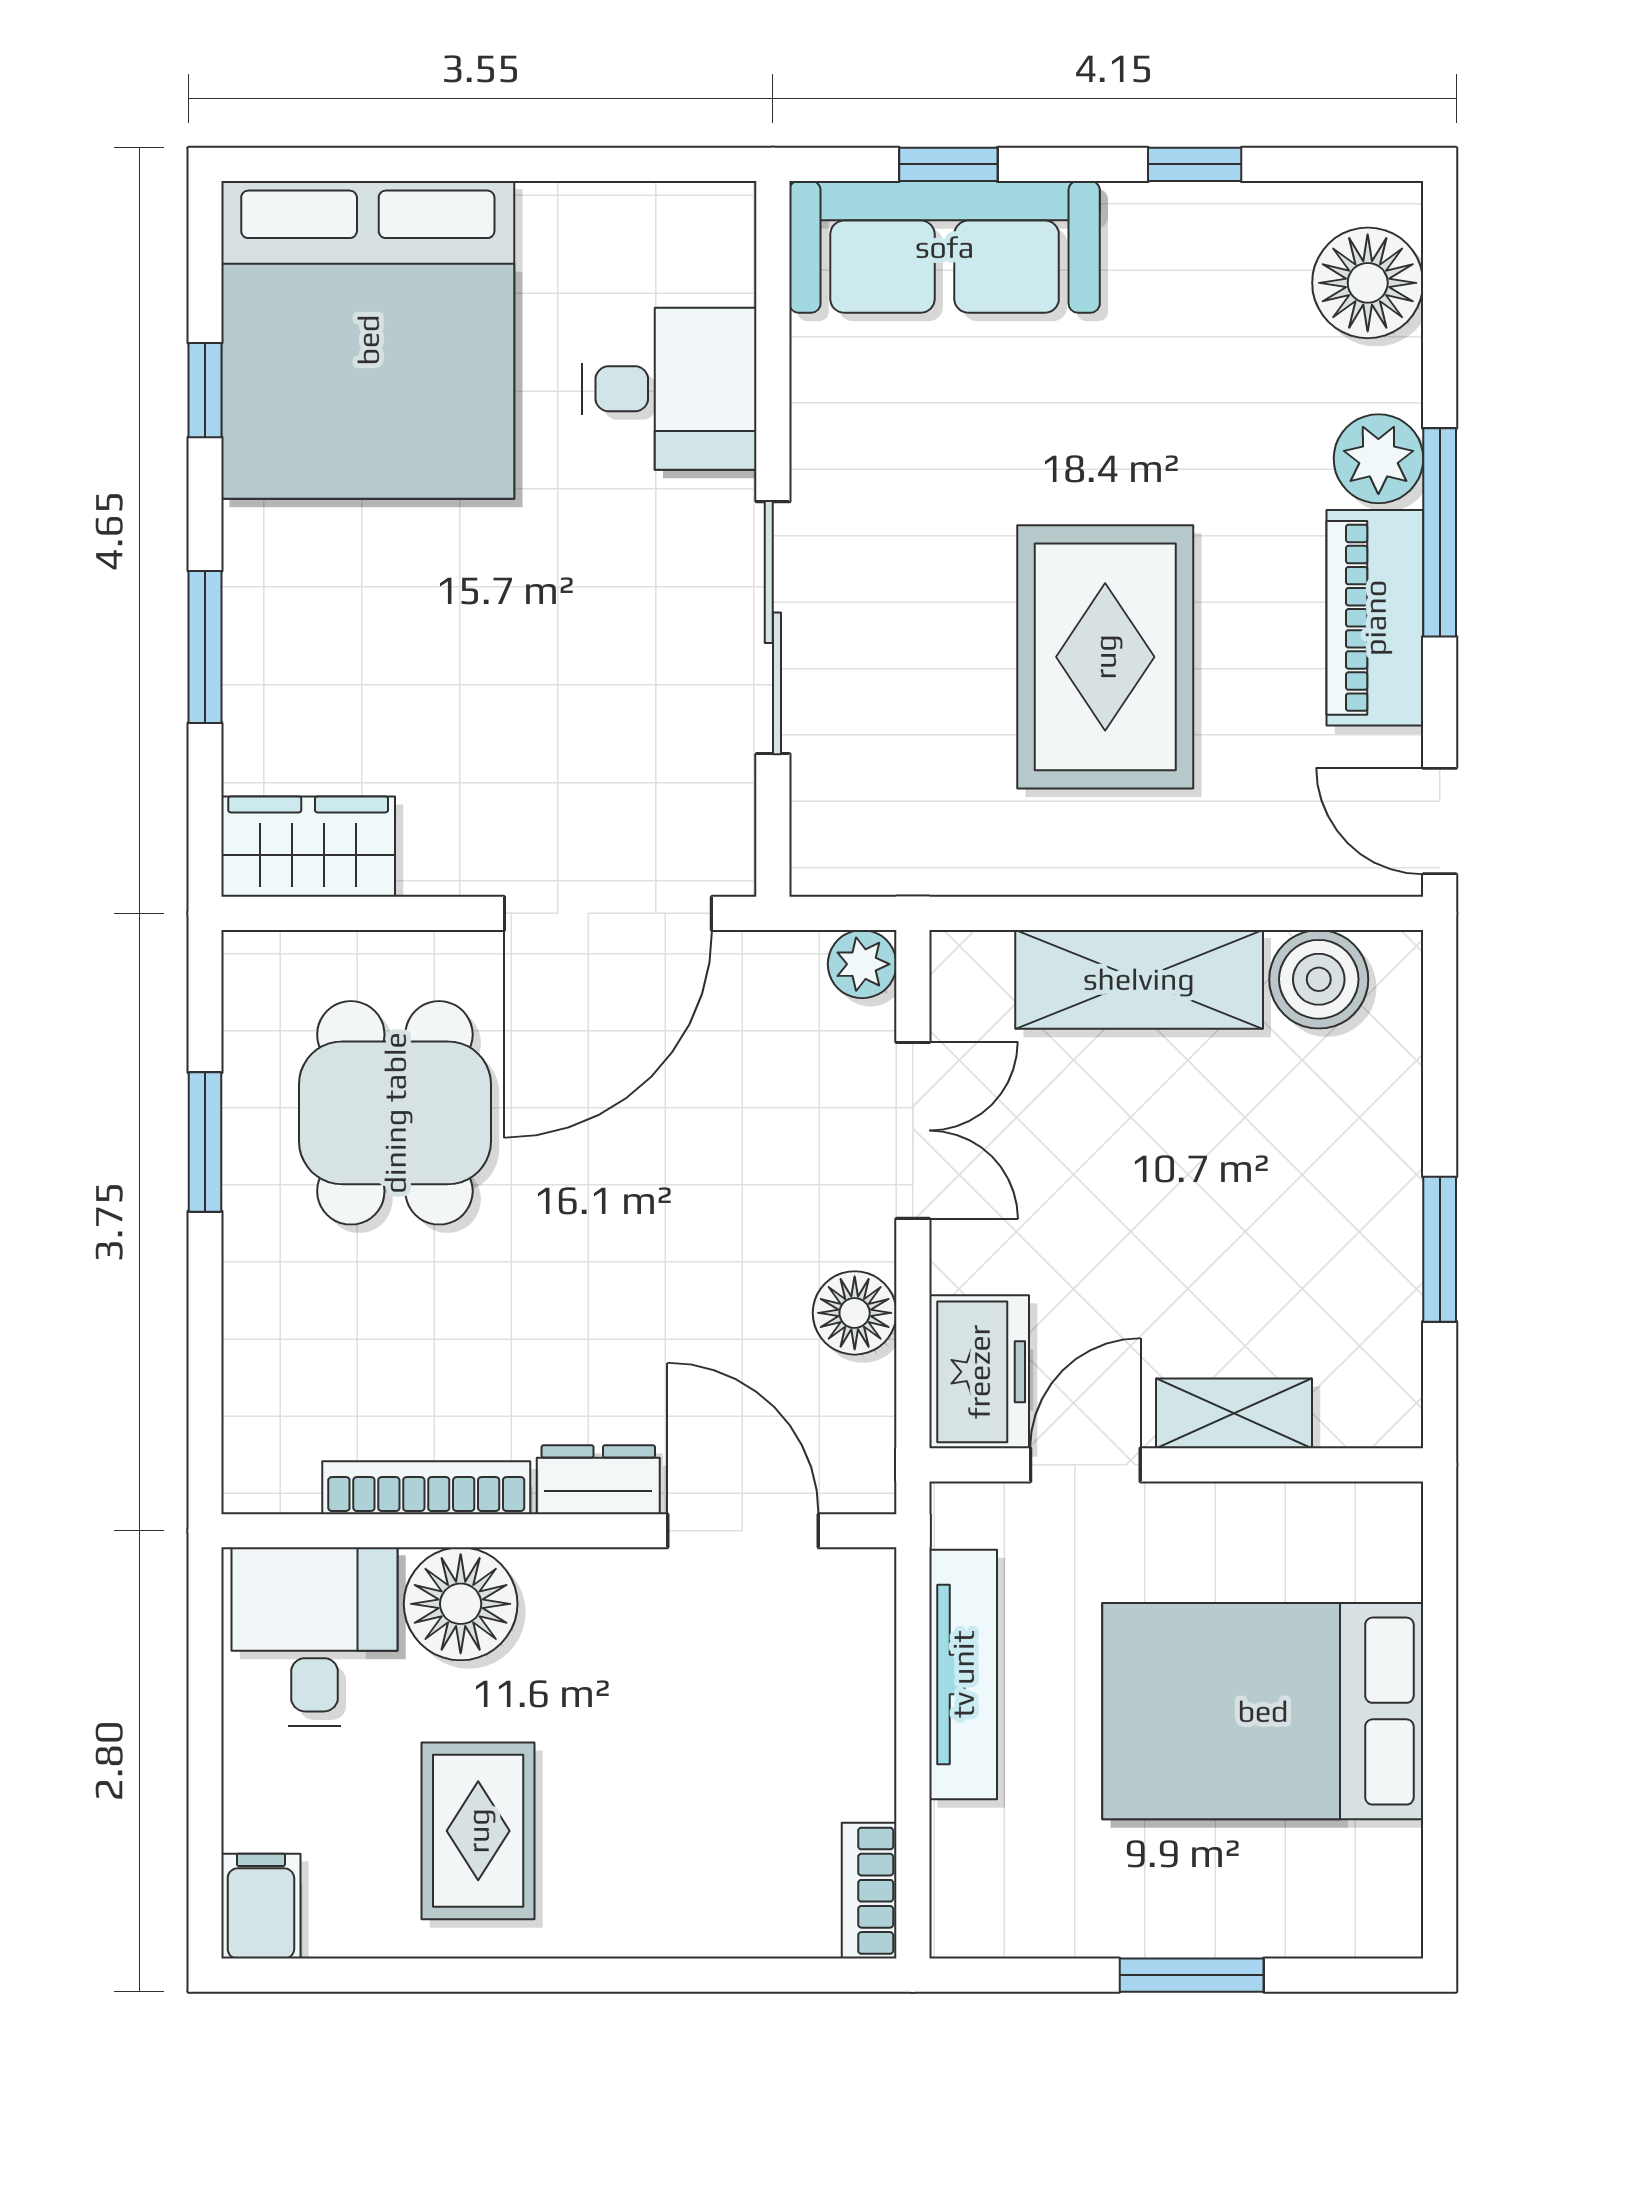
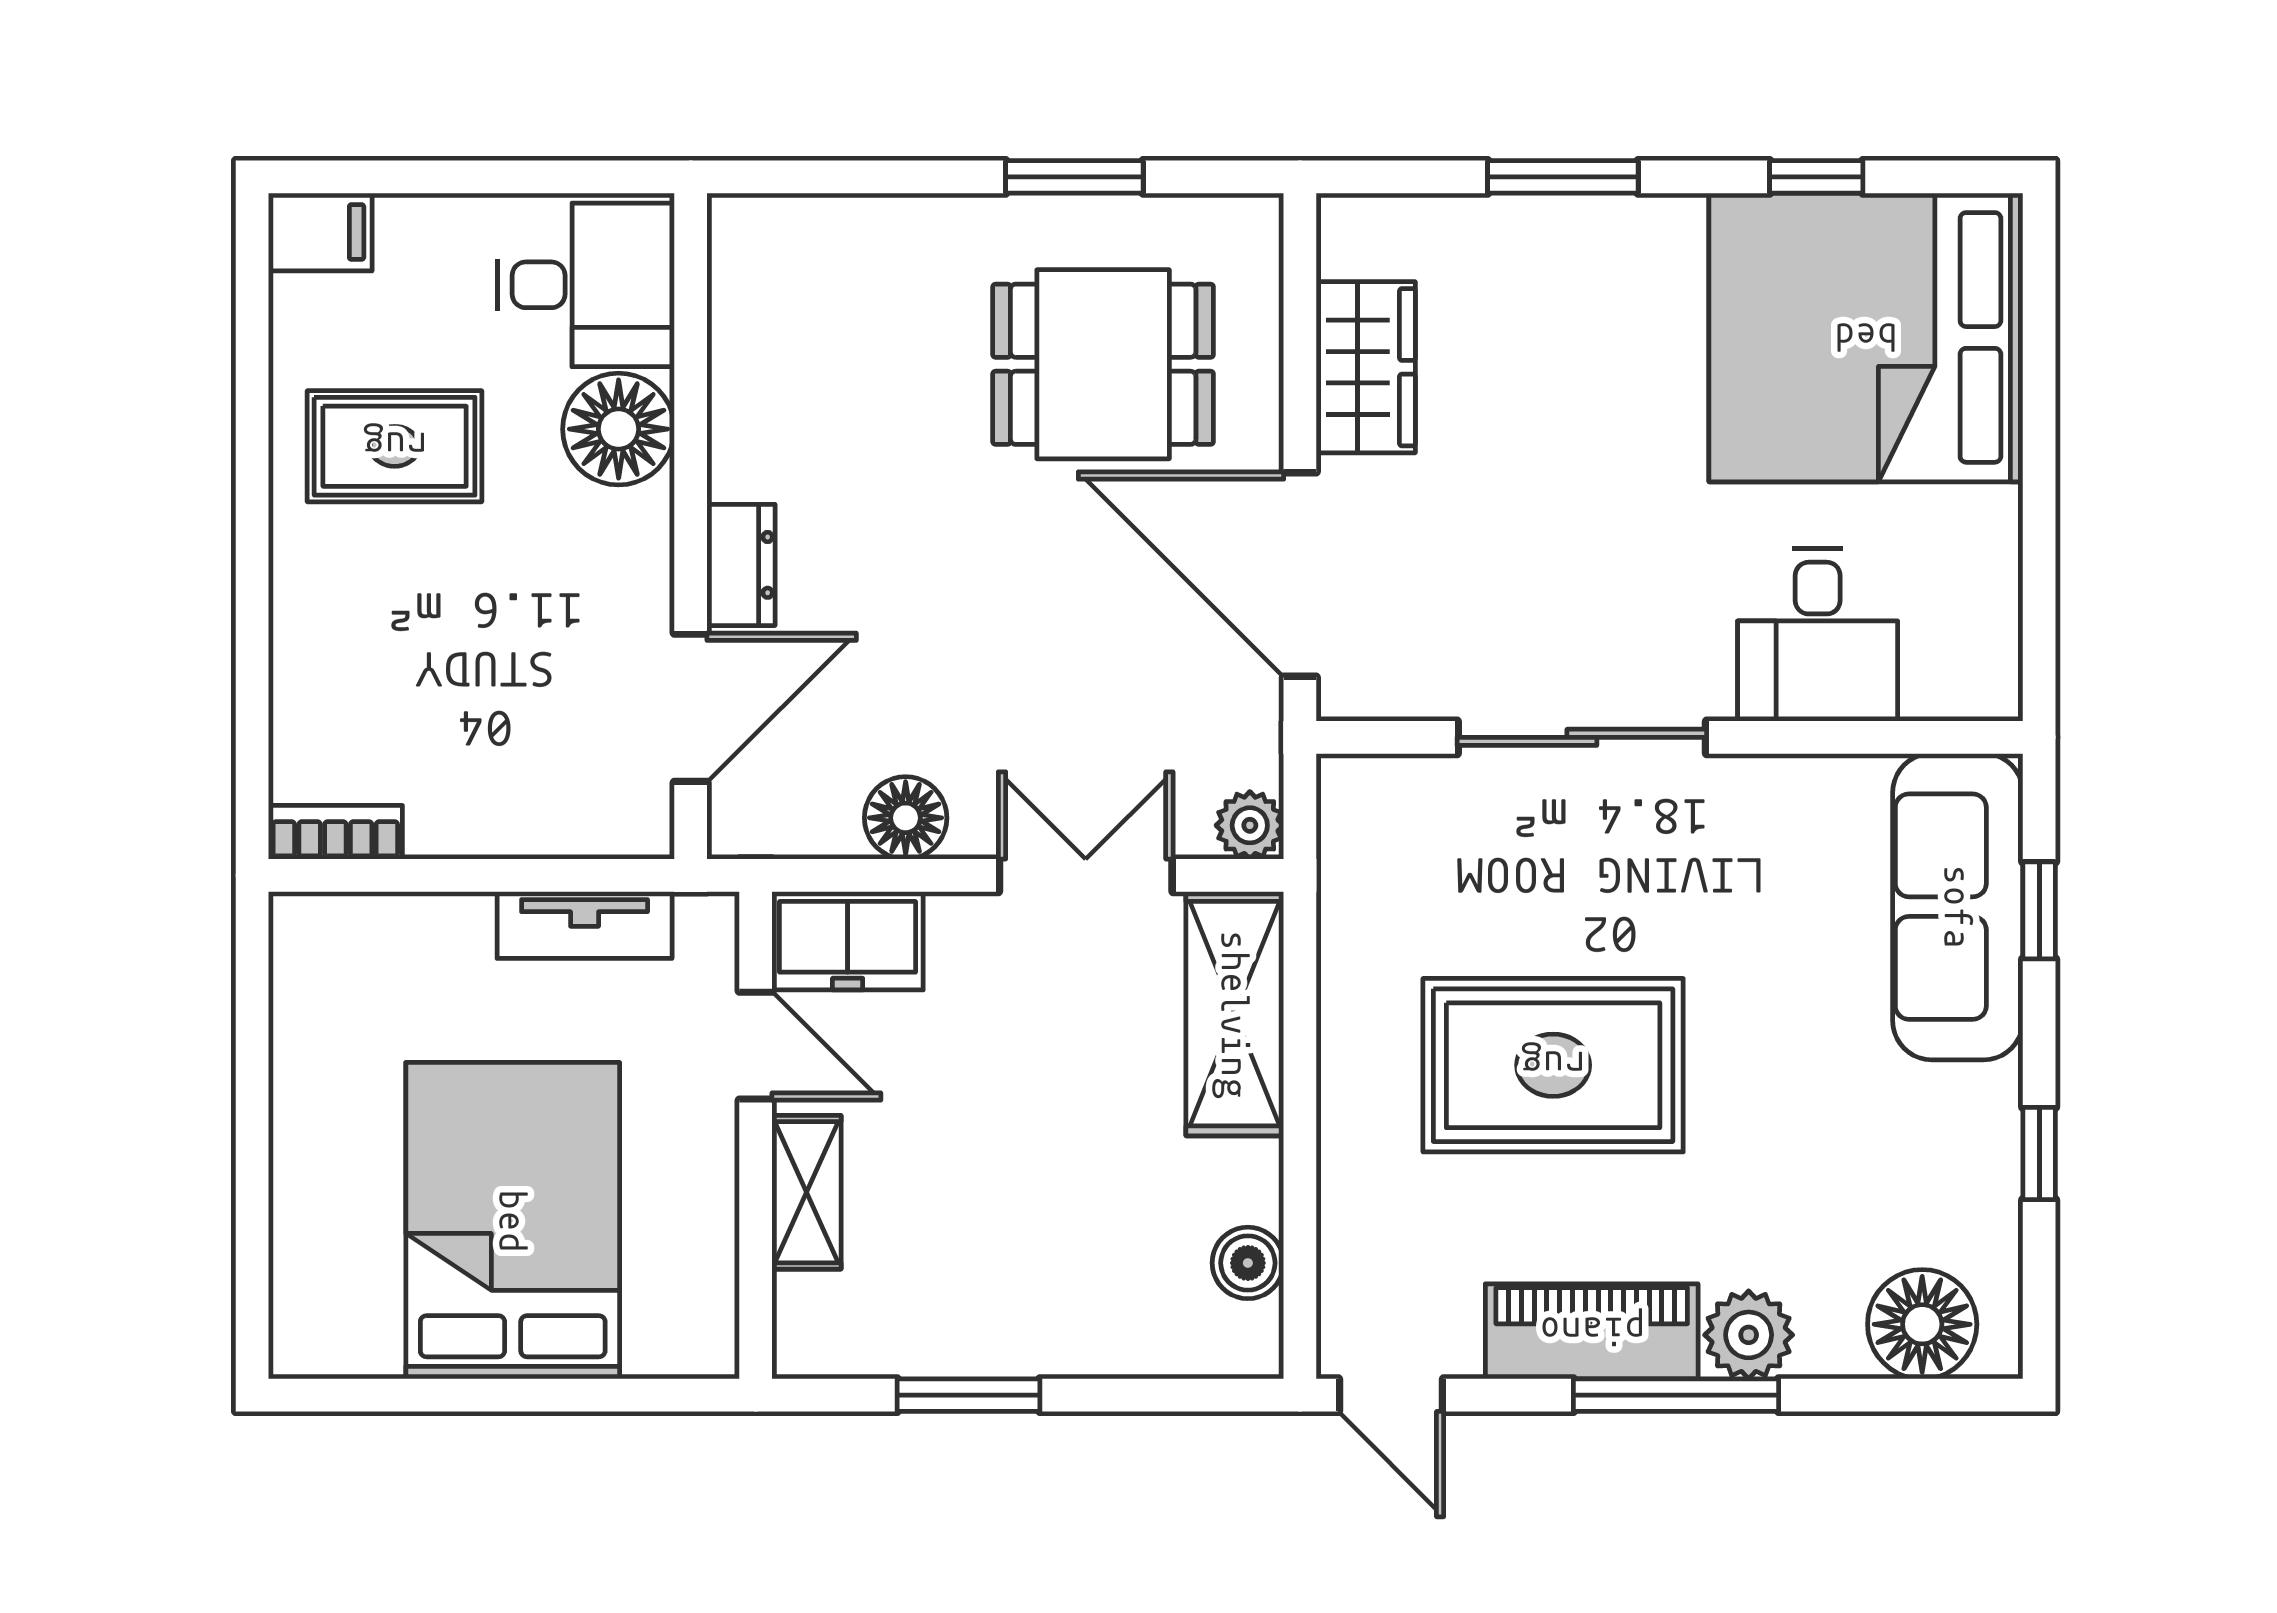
door: (1440, 821) -> (1391, 1395), swing flipped
wardrobe: (308, 847) -> (1366, 367), moved
shelving: (1139, 979) -> (1235, 1014), moved
boiler: (1319, 979) -> (1248, 1263), width x0.73, depth x0.73
double door: (913, 1130) -> (1086, 875), swing flipped
bookcase: (426, 1488) -> (733, 395), removed
tv unit: (963, 1674) -> (585, 925), width x0.71
window: (1192, 1975) -> (252, 1151), removed

